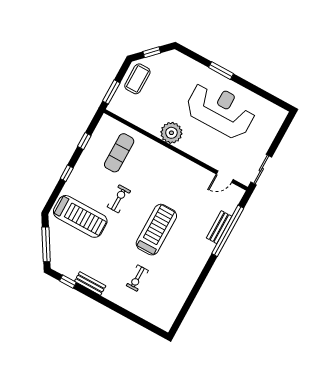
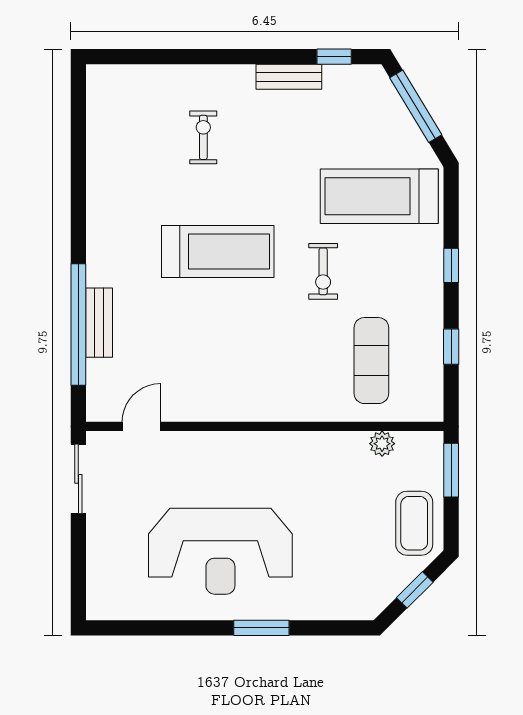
plant: (171, 133) -> (382, 444), moved, width x0.53, depth x0.53
treadmill: (156, 230) -> (218, 251), turned -90

